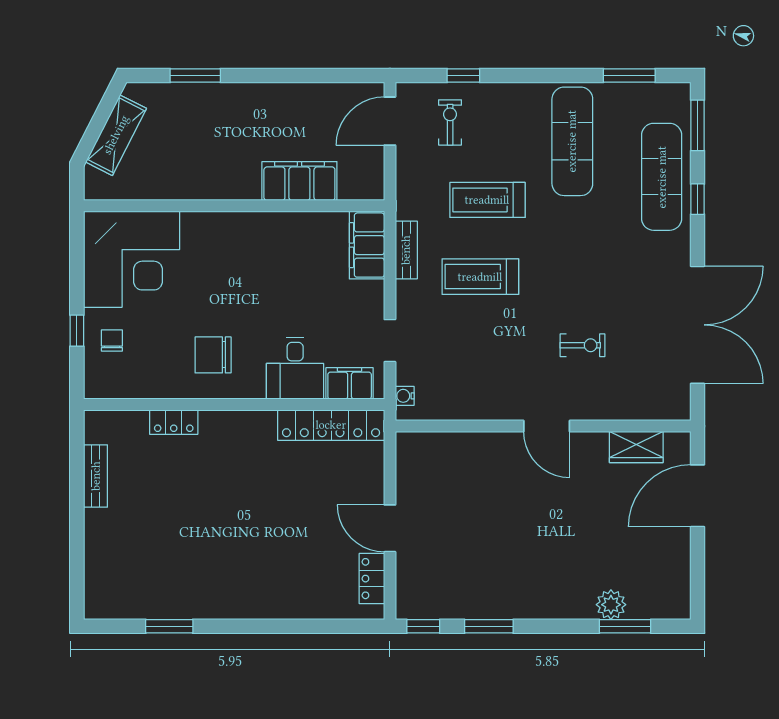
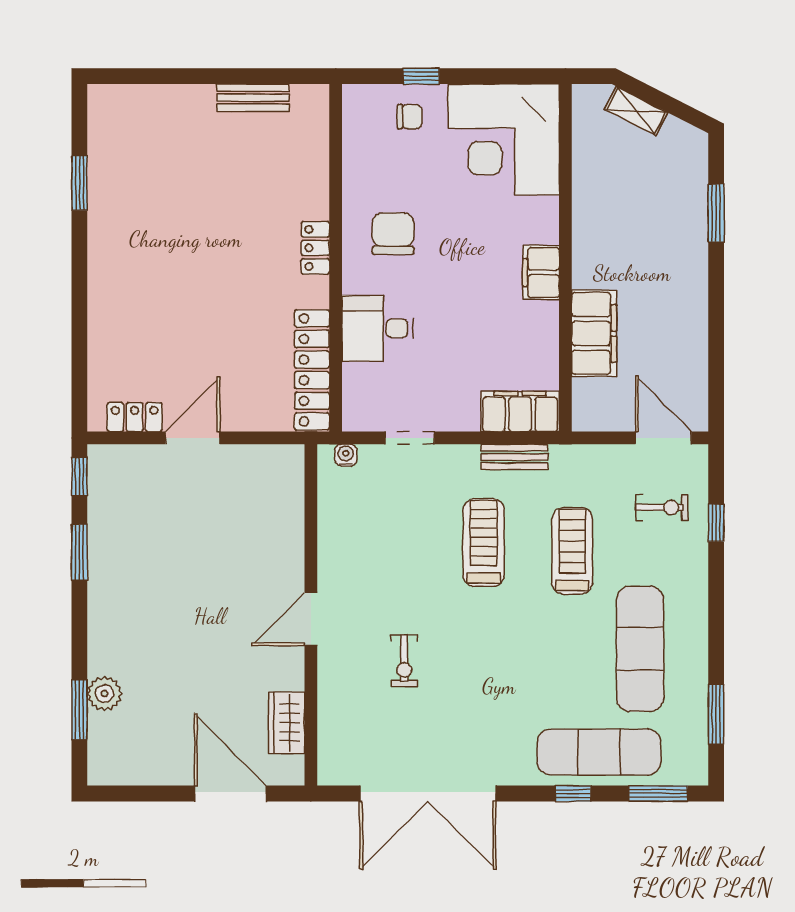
shelving: (116, 135) -> (636, 111), width x0.67, depth x0.75
exercise mat: (572, 141) -> (640, 649), turned 90
filing cabinet: (350, 383) -> (541, 272), moved, turned 180
locker: (174, 422) -> (315, 248), moved

